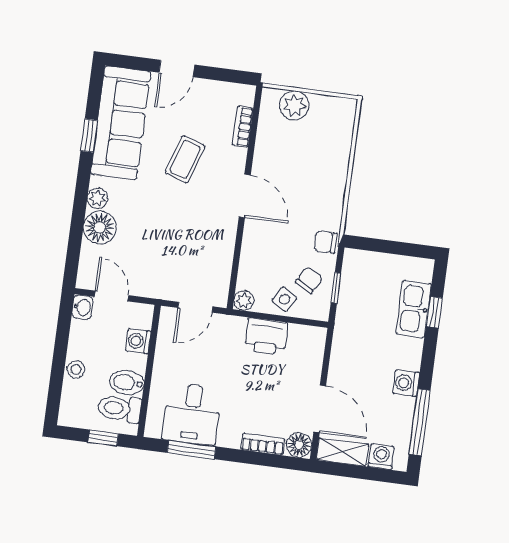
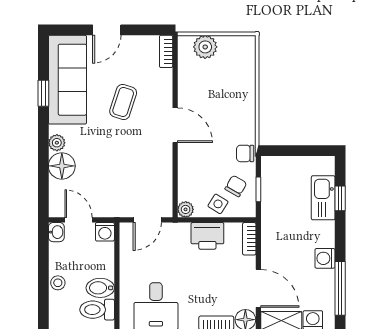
bookcase: (243, 127) -> (166, 51), moved
washing machine: (138, 341) -> (105, 232), moved, turned -90
bookcase: (317, 347) -> (249, 239), added

